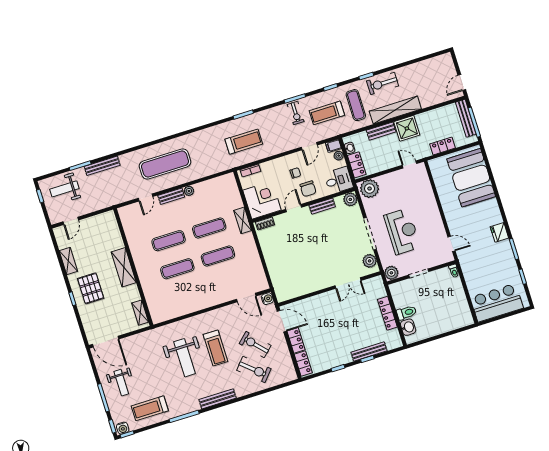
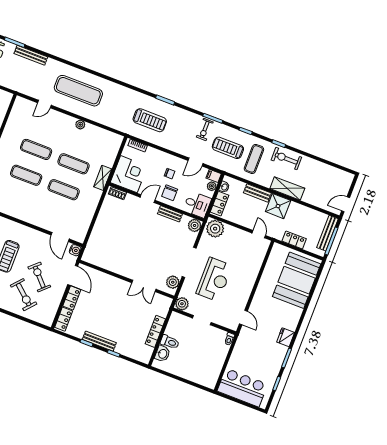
shelving: (395, 110) -> (287, 188), width x0.68
bench: (171, 196) -> (64, 118), removed
bench: (369, 352) -> (99, 341), moved

